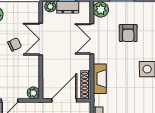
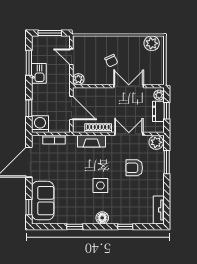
chair: (15, 44) -> (111, 61), moved
shoe rack: (86, 85) -> (98, 128), moved

